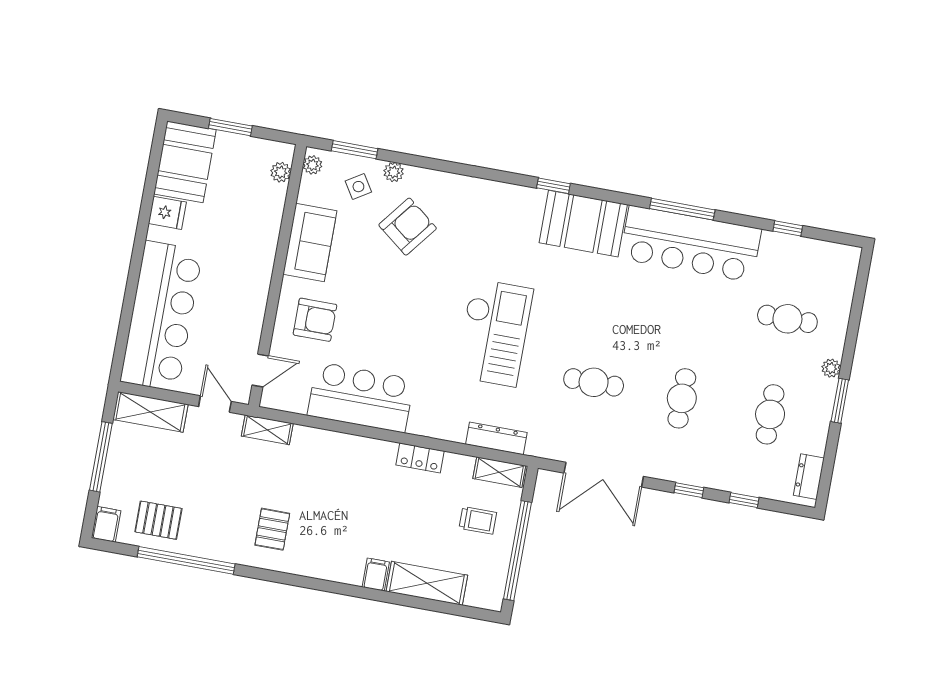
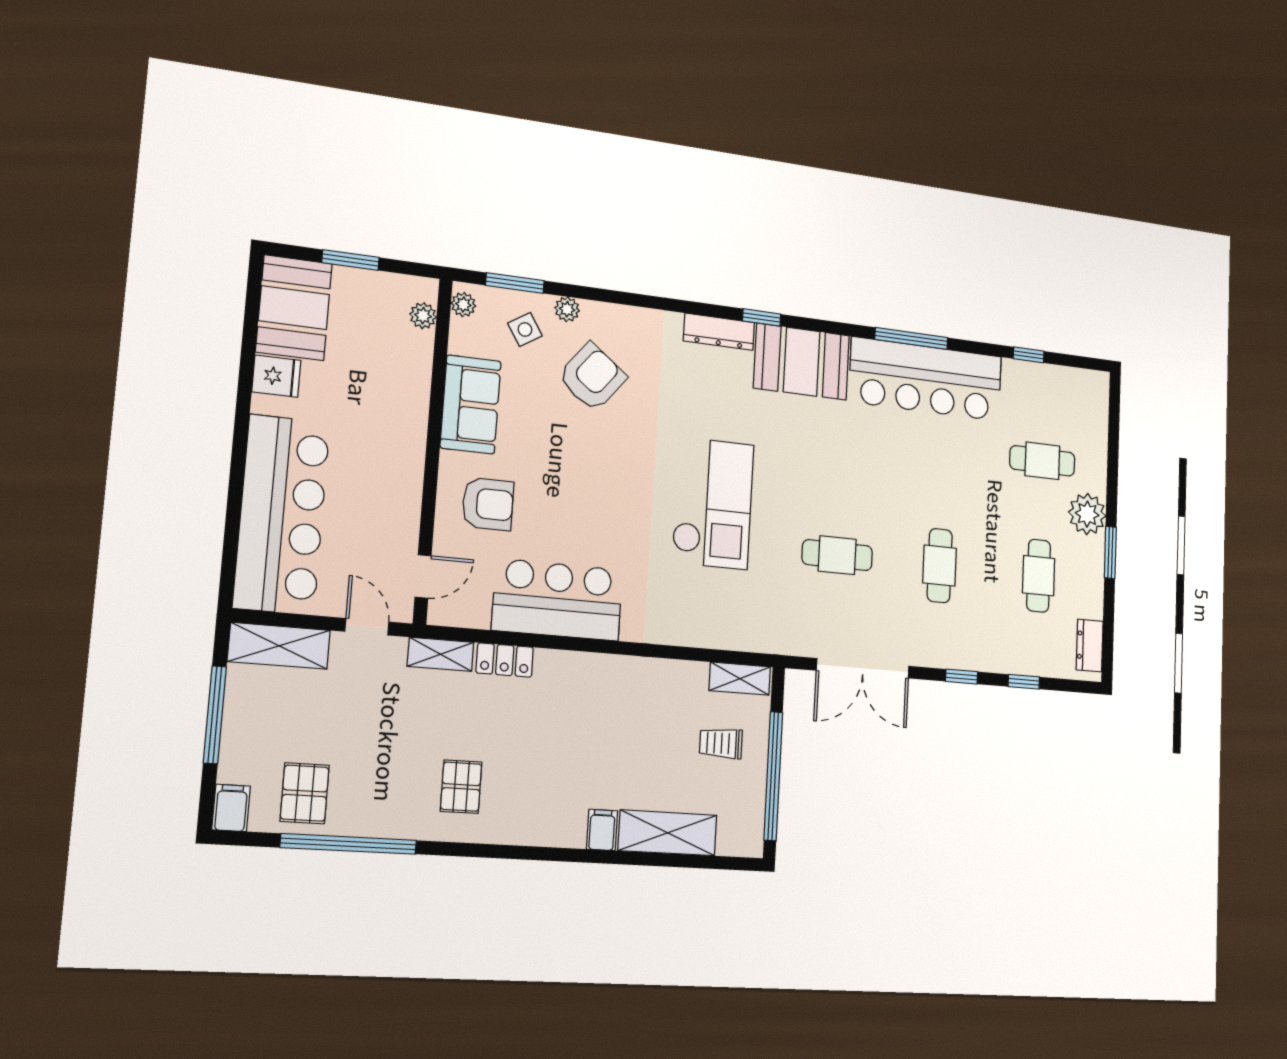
plant: (831, 368) -> (1087, 514), width x1.87, depth x1.87
dresser: (496, 438) -> (719, 332), moved, turned 180
locker: (420, 458) -> (505, 660), moved
pallet: (158, 520) -> (305, 793), turned 90
trolley: (478, 520) -> (721, 743), turned 180

